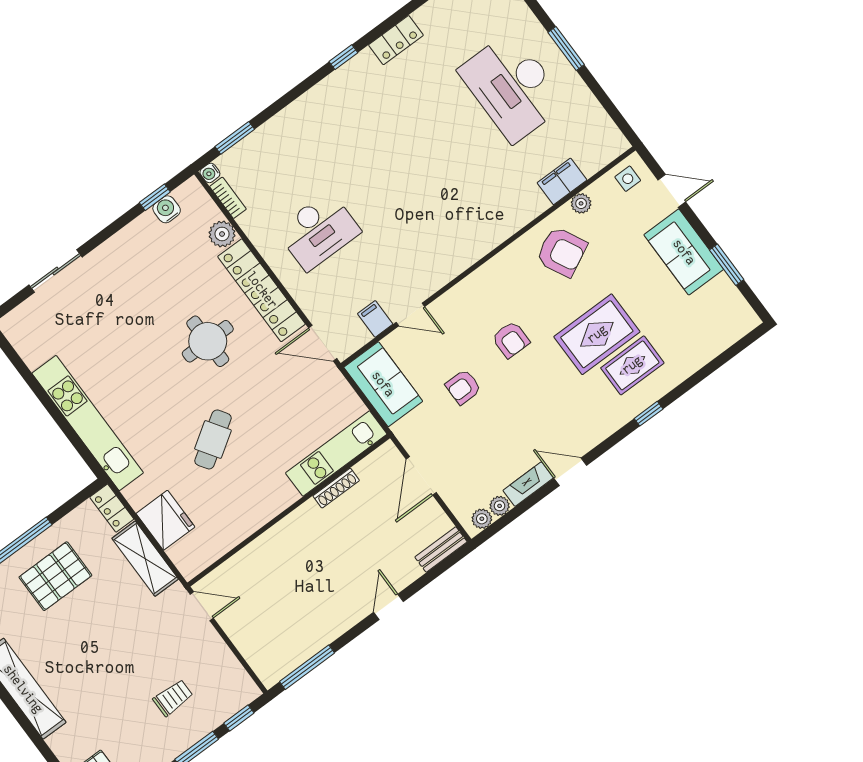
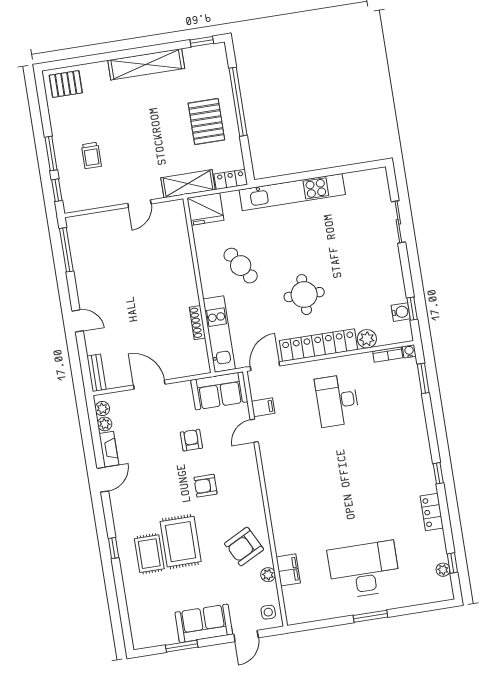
kitchen unit: (336, 454) -> (219, 334), moved
shoe rack: (336, 488) -> (197, 323), moved
wall: (289, 510) -> (199, 285), moved

